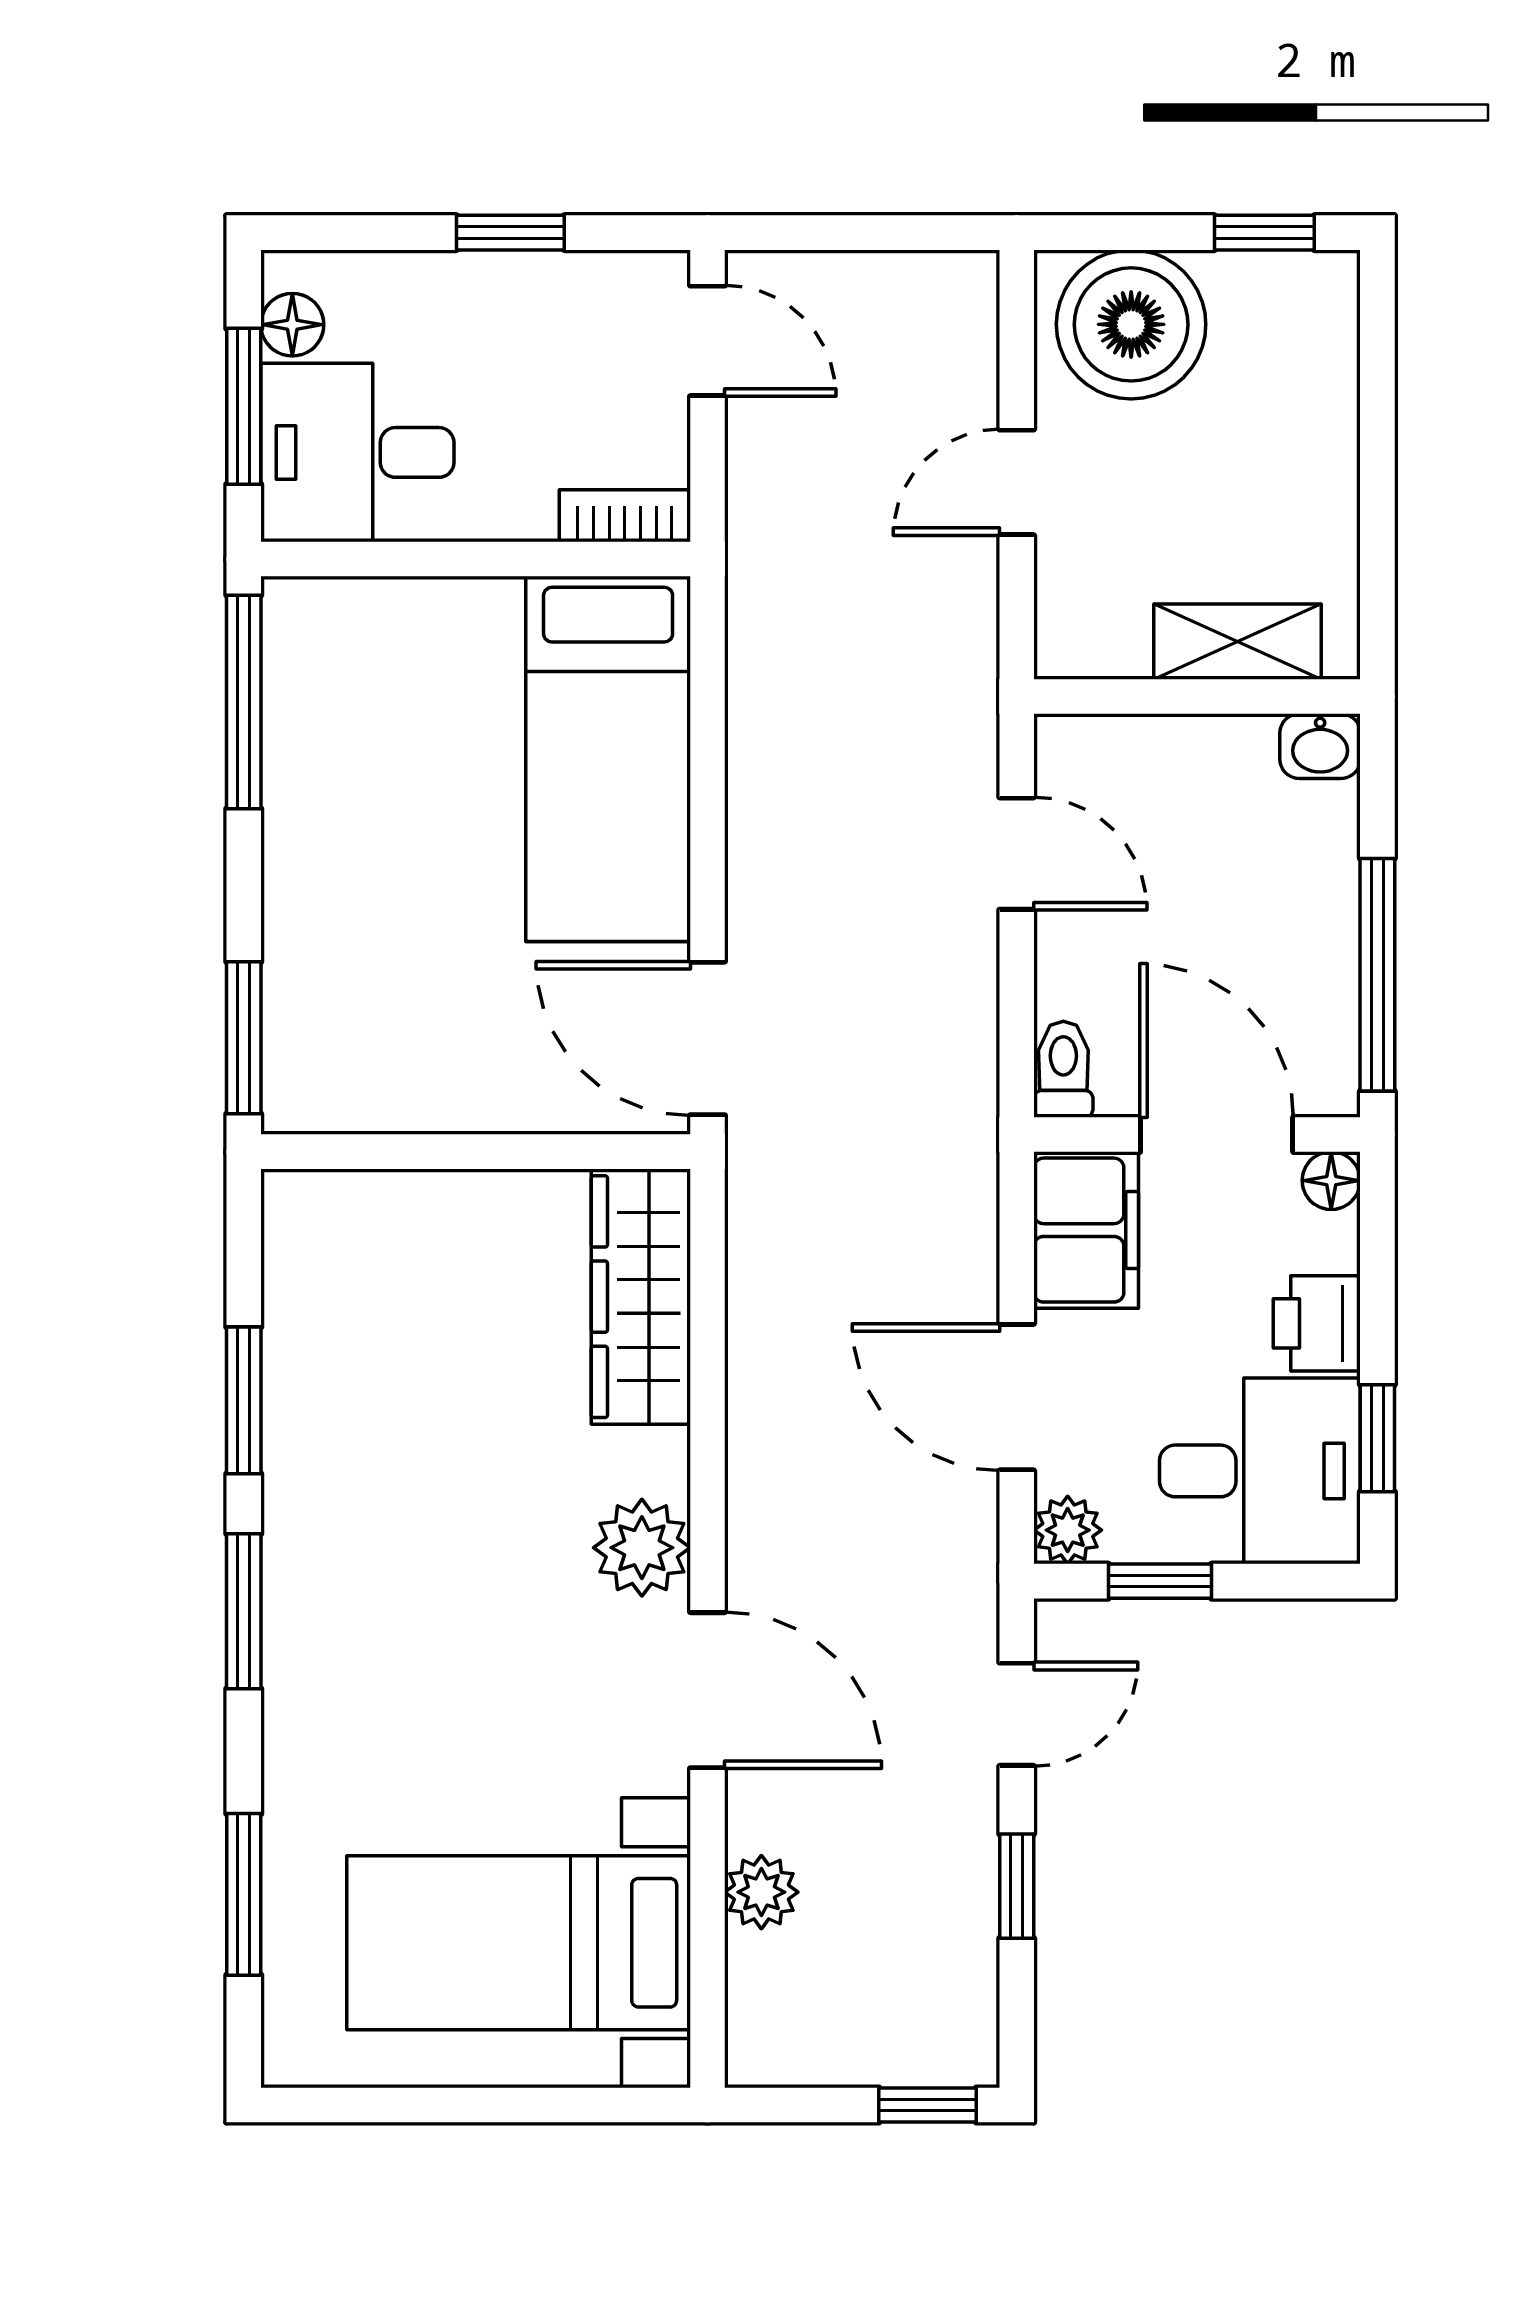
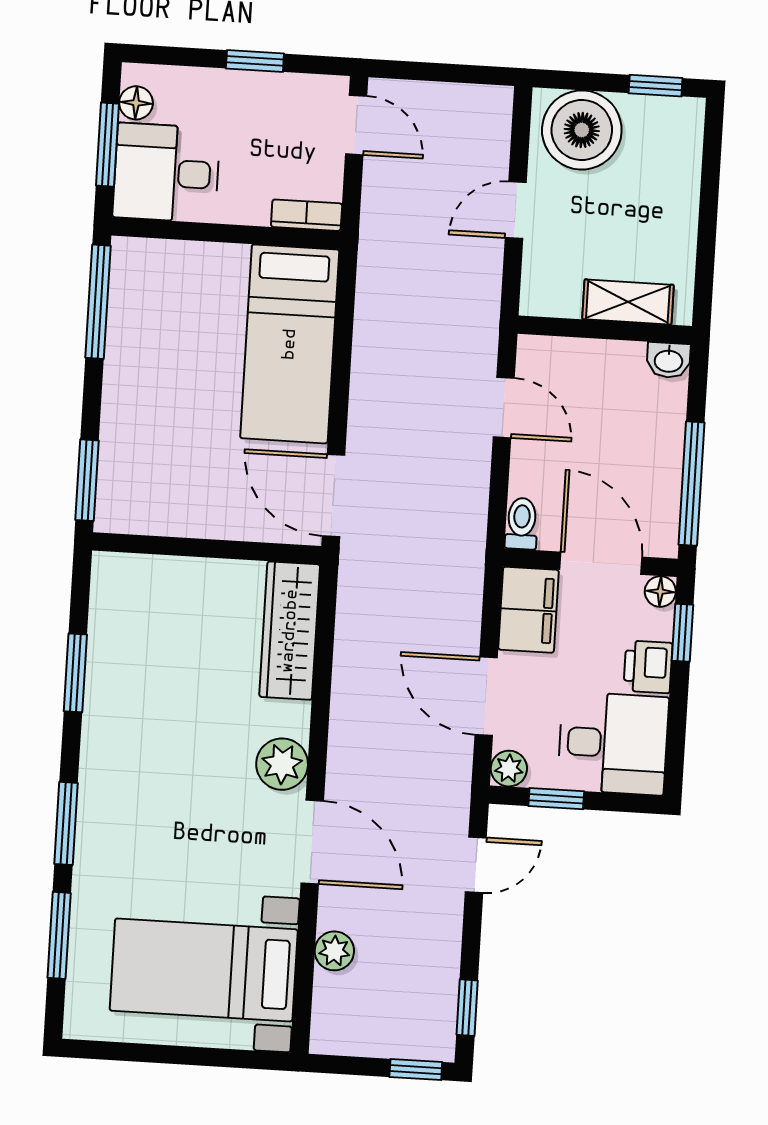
window: (1377, 1438) -> (682, 633), moved
window: (244, 1611) -> (66, 823), moved
window: (1017, 1886) -> (467, 1008), moved

